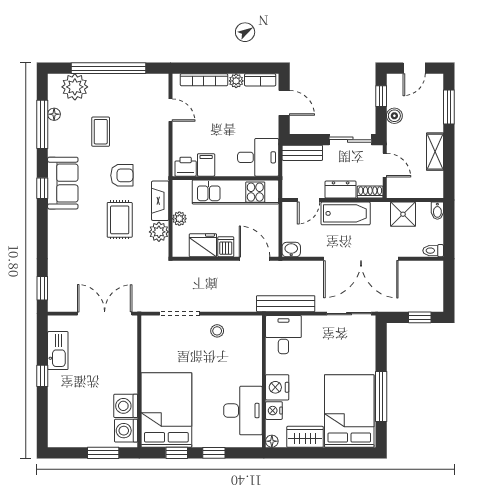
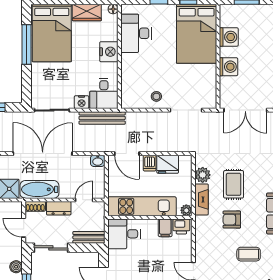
coffee table: (101, 132) -> (249, 254), turned 90
bathtub: (346, 213) -> (39, 189), moved
plant: (179, 219) -> (186, 210), moved
nightstand: (274, 411) -> (82, 102), moved, turned 90
washing machine: (126, 431) -> (229, 67), moved

